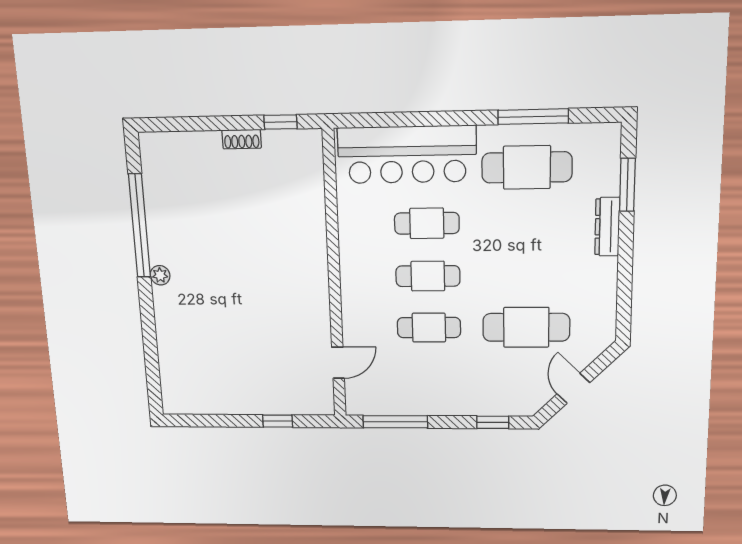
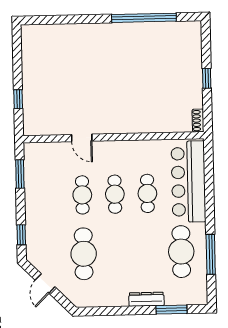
window: (280, 122) -> (207, 78), moved
shoe rack: (242, 139) -> (198, 121), moved
plant: (160, 275) -> (113, 29), removed
door: (338, 363) -> (82, 138), moved
door: (573, 388) -> (45, 283), swing flipped
window: (395, 422) -> (20, 174), width x0.69

